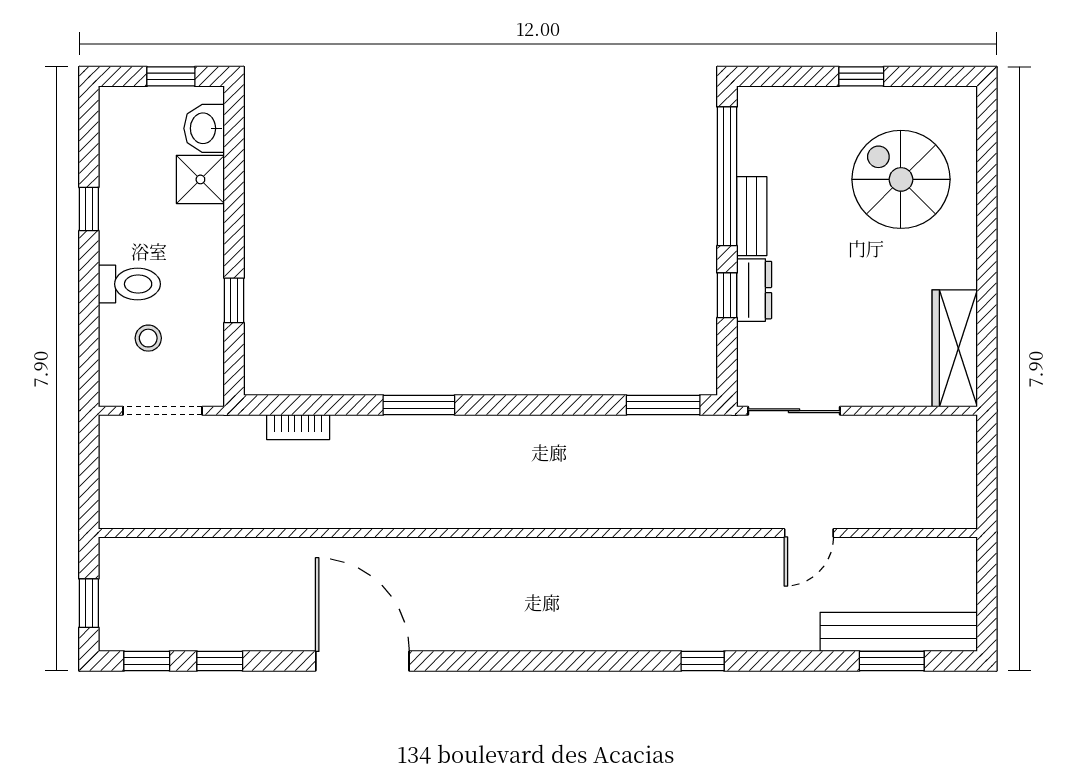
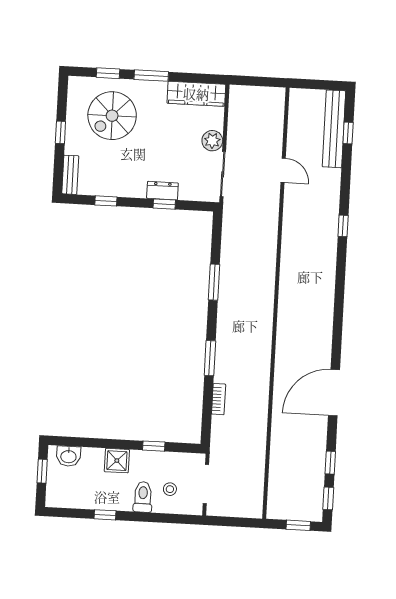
window: (987, 166) -> (108, 73), added
window: (727, 176) -> (106, 201), width x0.32
shower: (200, 179) -> (117, 461), moved
bench: (752, 216) -> (70, 175), moved, turned 90
window: (987, 255) -> (151, 76), added
plant: (861, 386) -> (212, 141), added
window: (663, 405) -> (214, 282), moved
bookcase: (298, 427) -> (219, 399), moved
window: (892, 661) -> (348, 133), width x0.67

